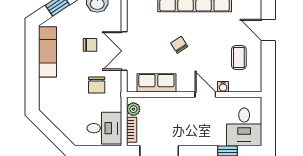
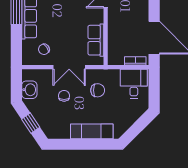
chair: (179, 45) -> (44, 49), moved
exam couch: (48, 52) -> (92, 131), moved
plant: (133, 109) -> (118, 59), removed

